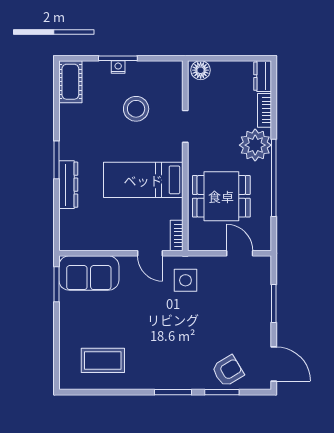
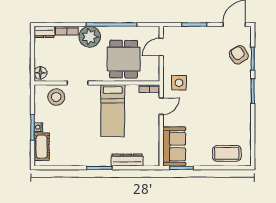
cot: (70, 82) -> (42, 147), moved, turned 90
stool: (136, 109) -> (56, 97), moved
dresser: (68, 185) -> (127, 160), moved
coffee table: (103, 360) -> (227, 153), moved, turned 90

